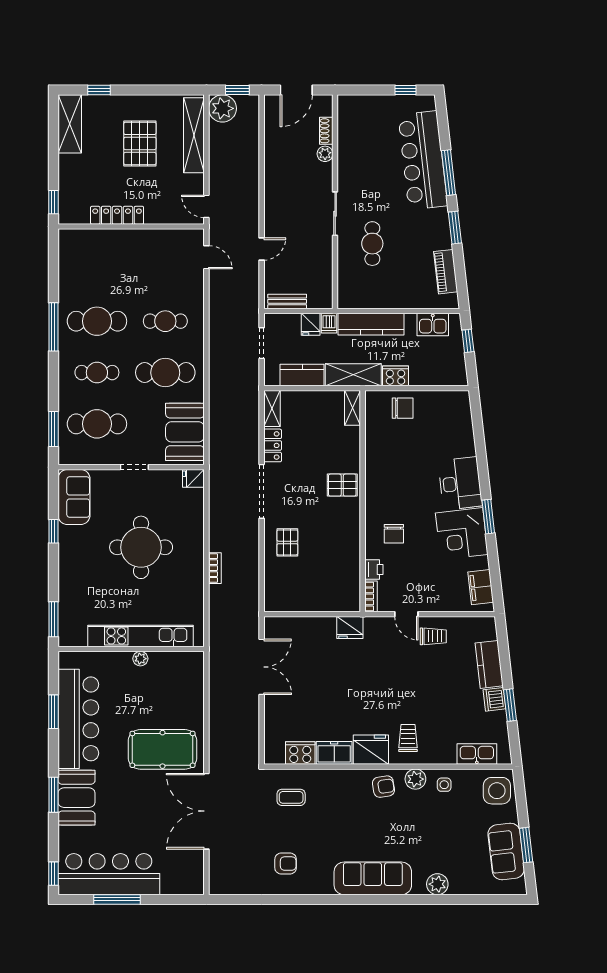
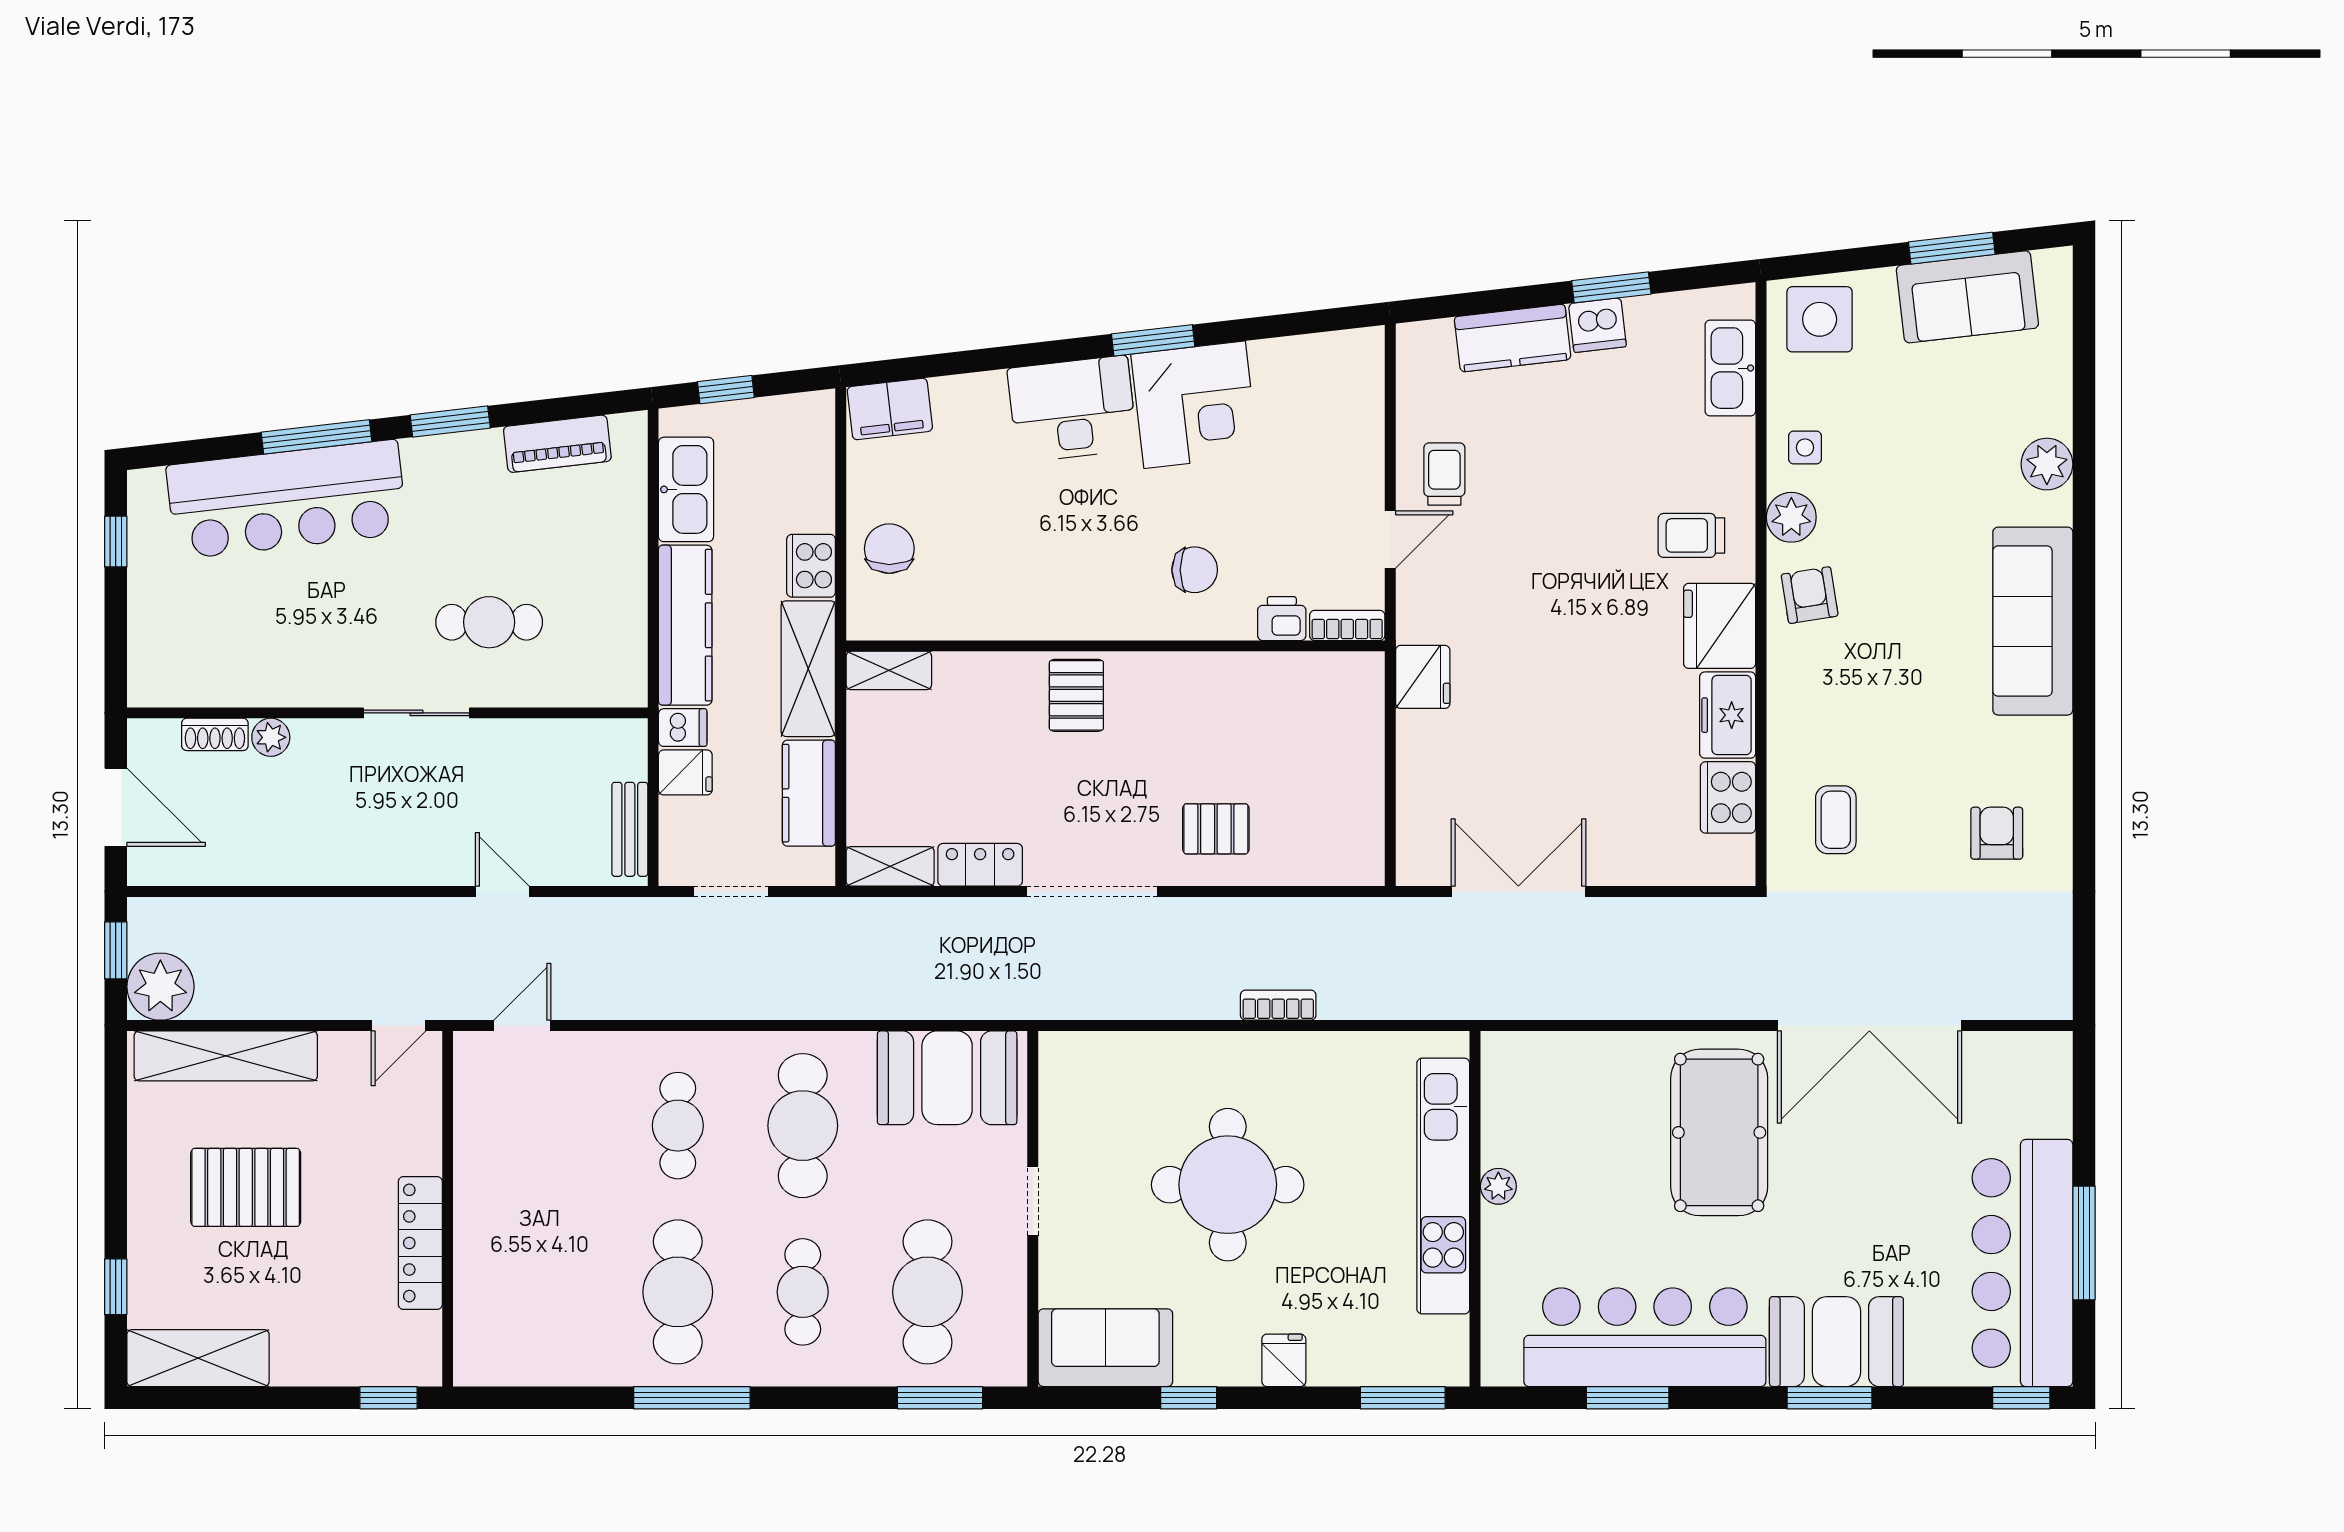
kitchen sink: (433, 325) -> (686, 489), width x1.38
fridge: (193, 478) -> (1284, 1360), moved, turned 180
filing cabinet: (481, 587) -> (890, 409), moved

